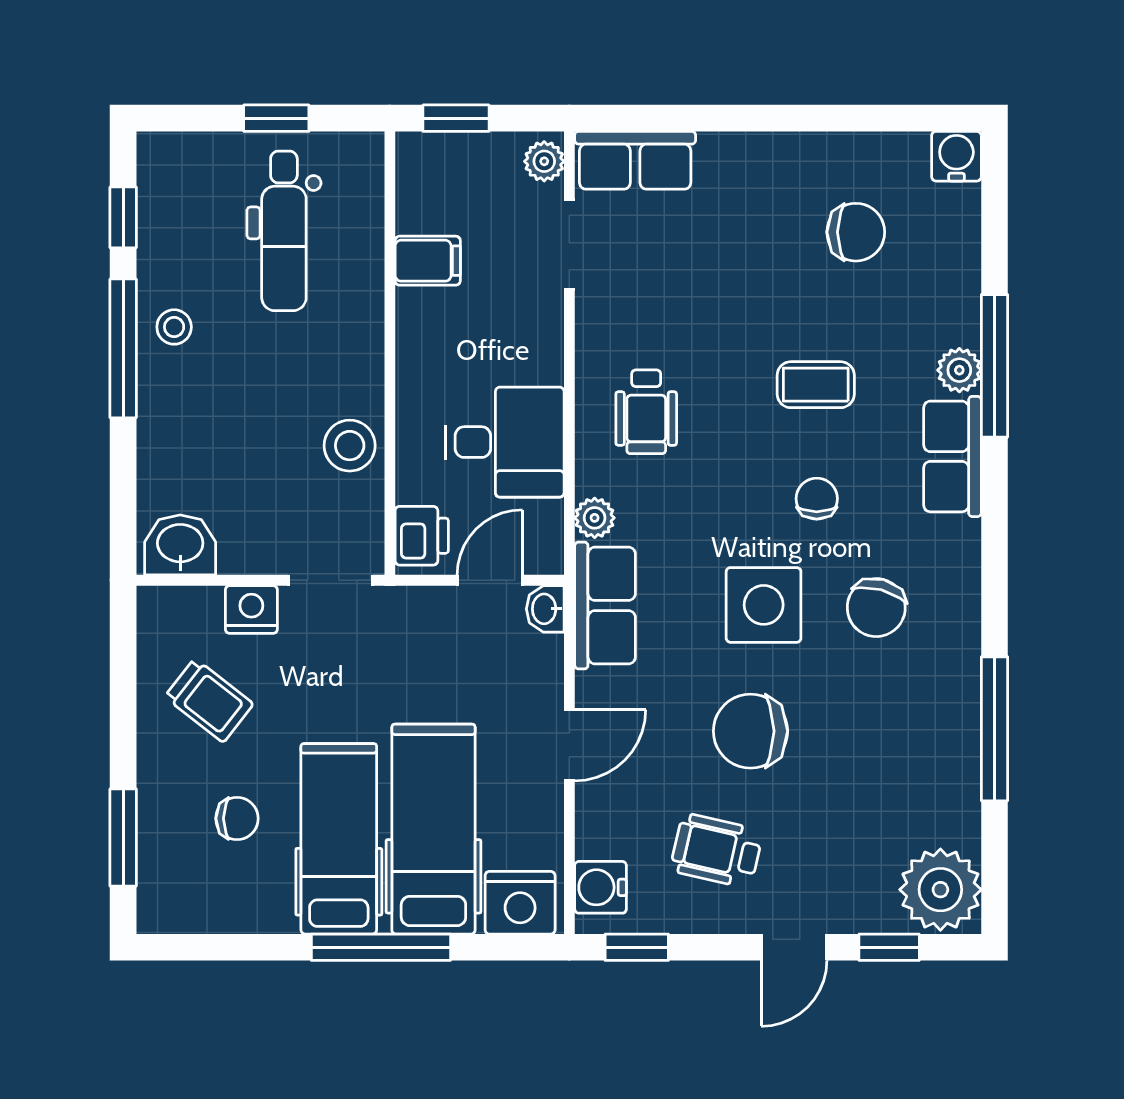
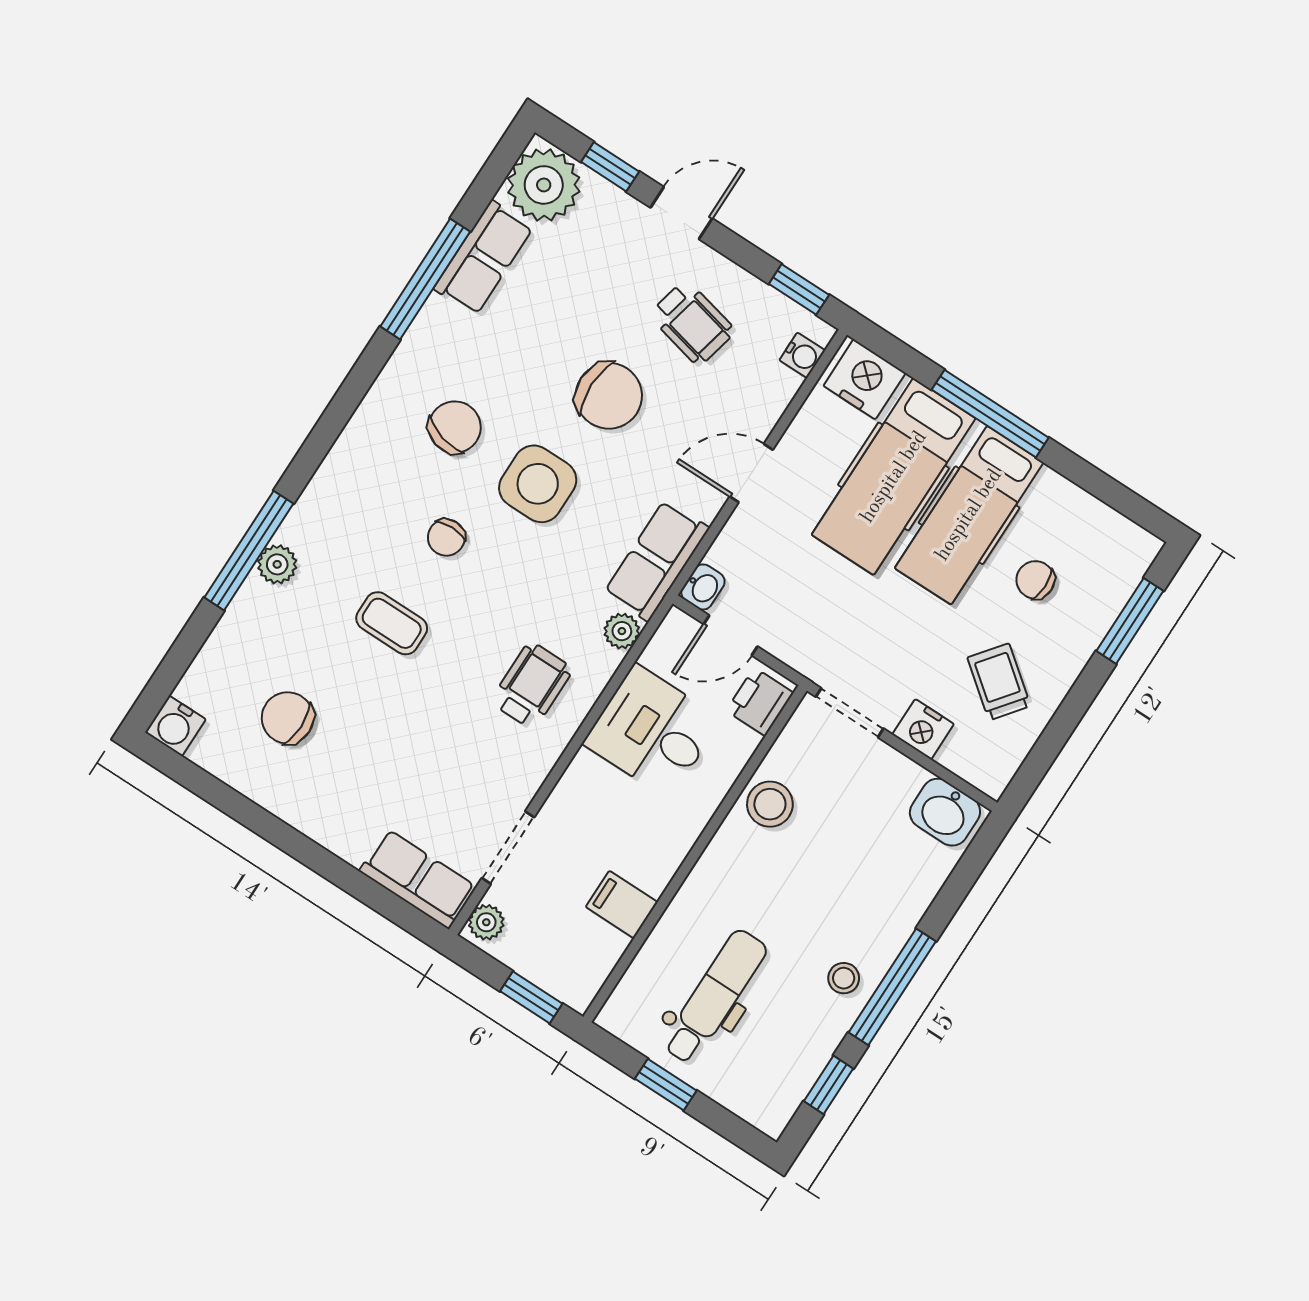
row of seats: (952, 456) -> (484, 258), moved
water cooler: (601, 887) -> (802, 355), width x0.72, depth x0.72

